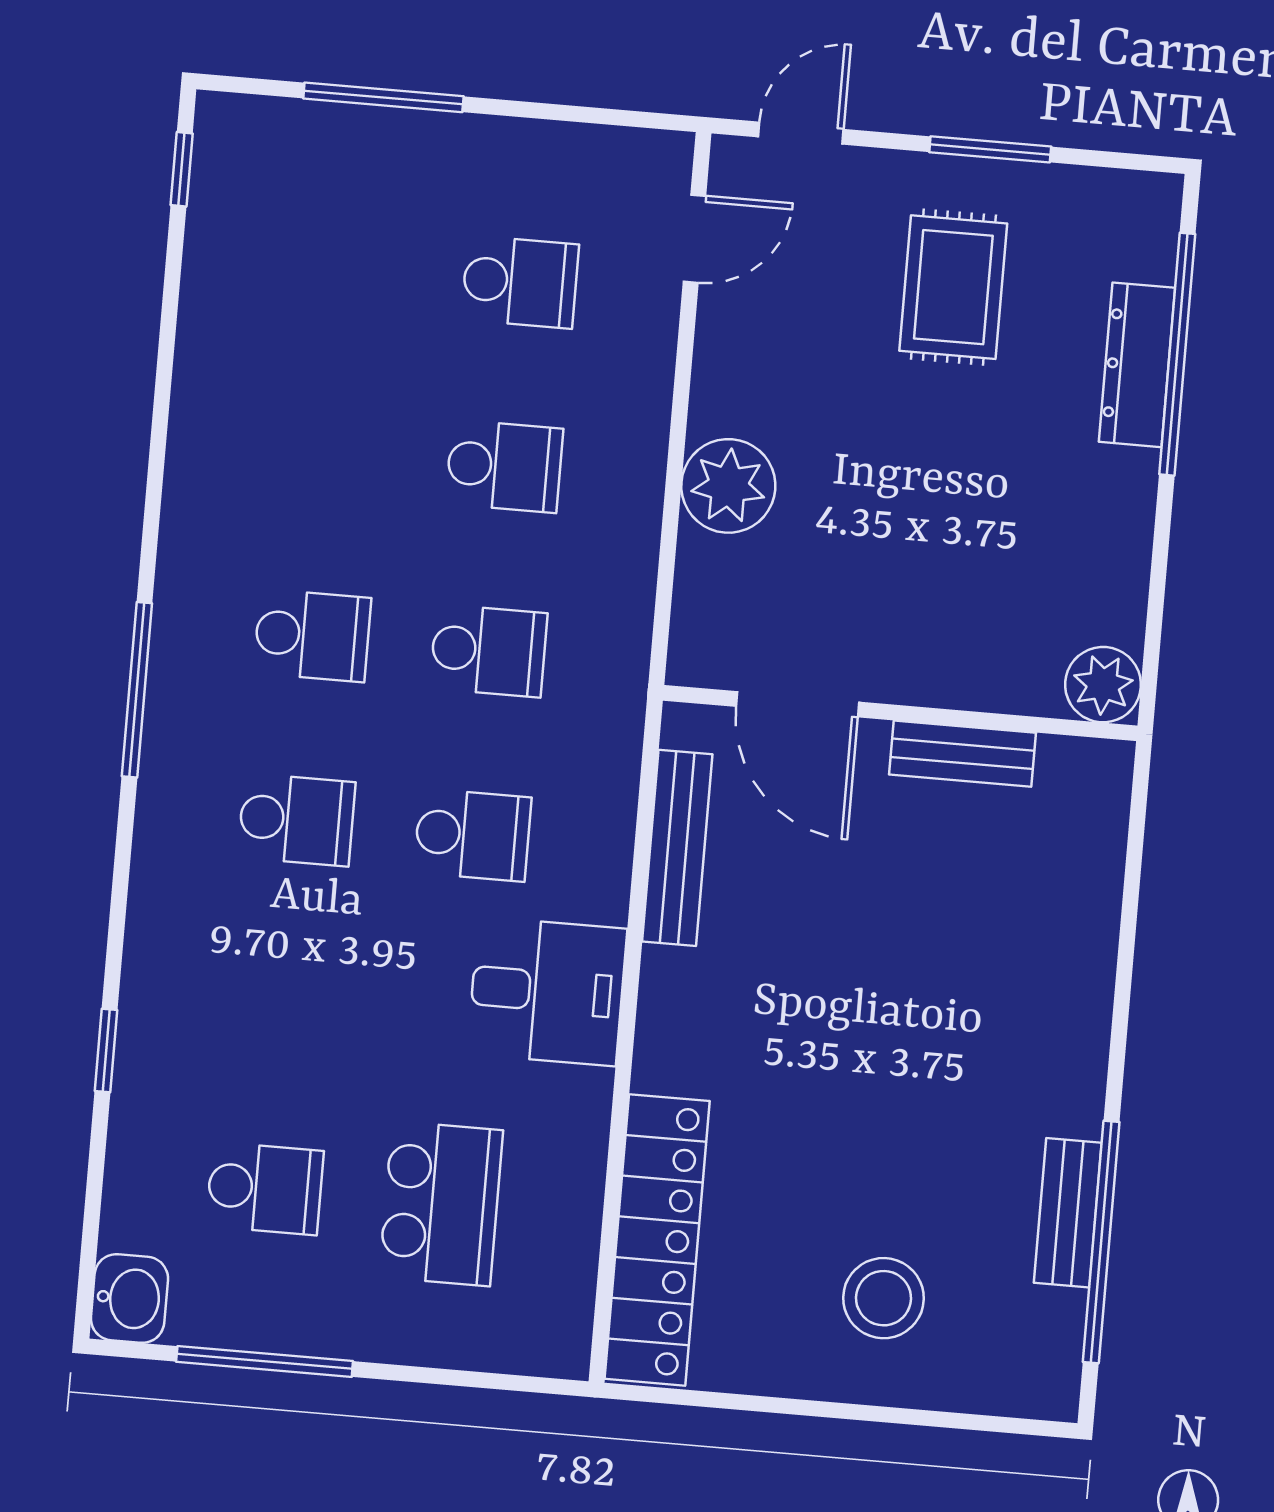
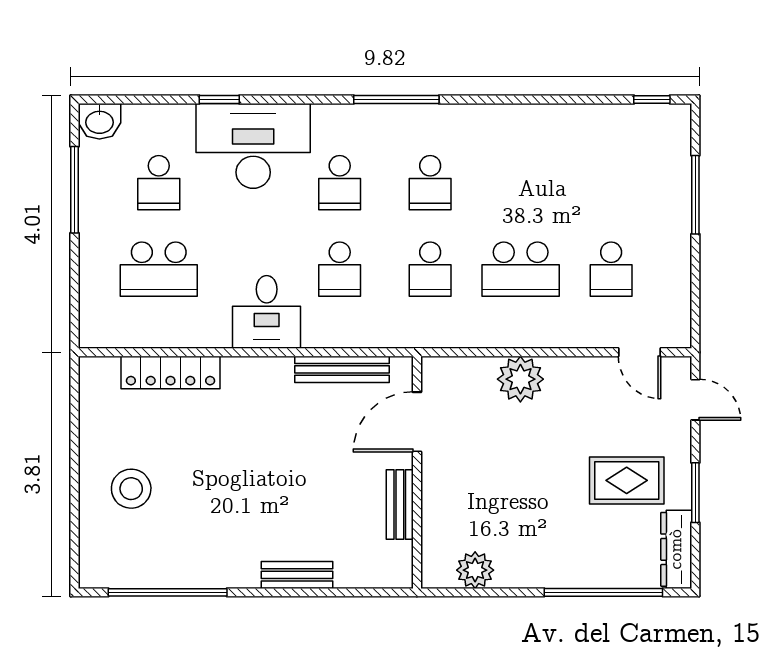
dresser: (1137, 365) -> (676, 549), moved, turned -90
school desk: (504, 466) -> (521, 269), width x1.85
plant: (1103, 685) -> (475, 570), moved
desk: (207, 990) -> (253, 146), added
bench: (1068, 1213) -> (297, 575), moved
locker: (657, 1240) -> (170, 373), width x0.71, depth x0.83

